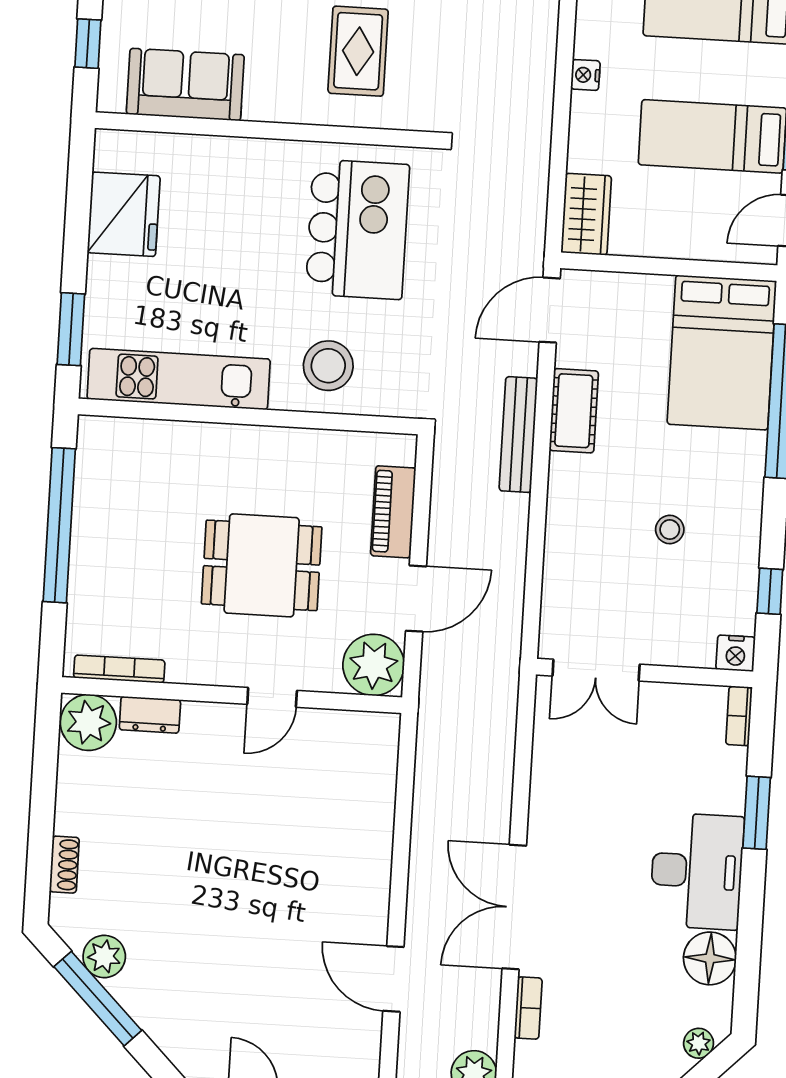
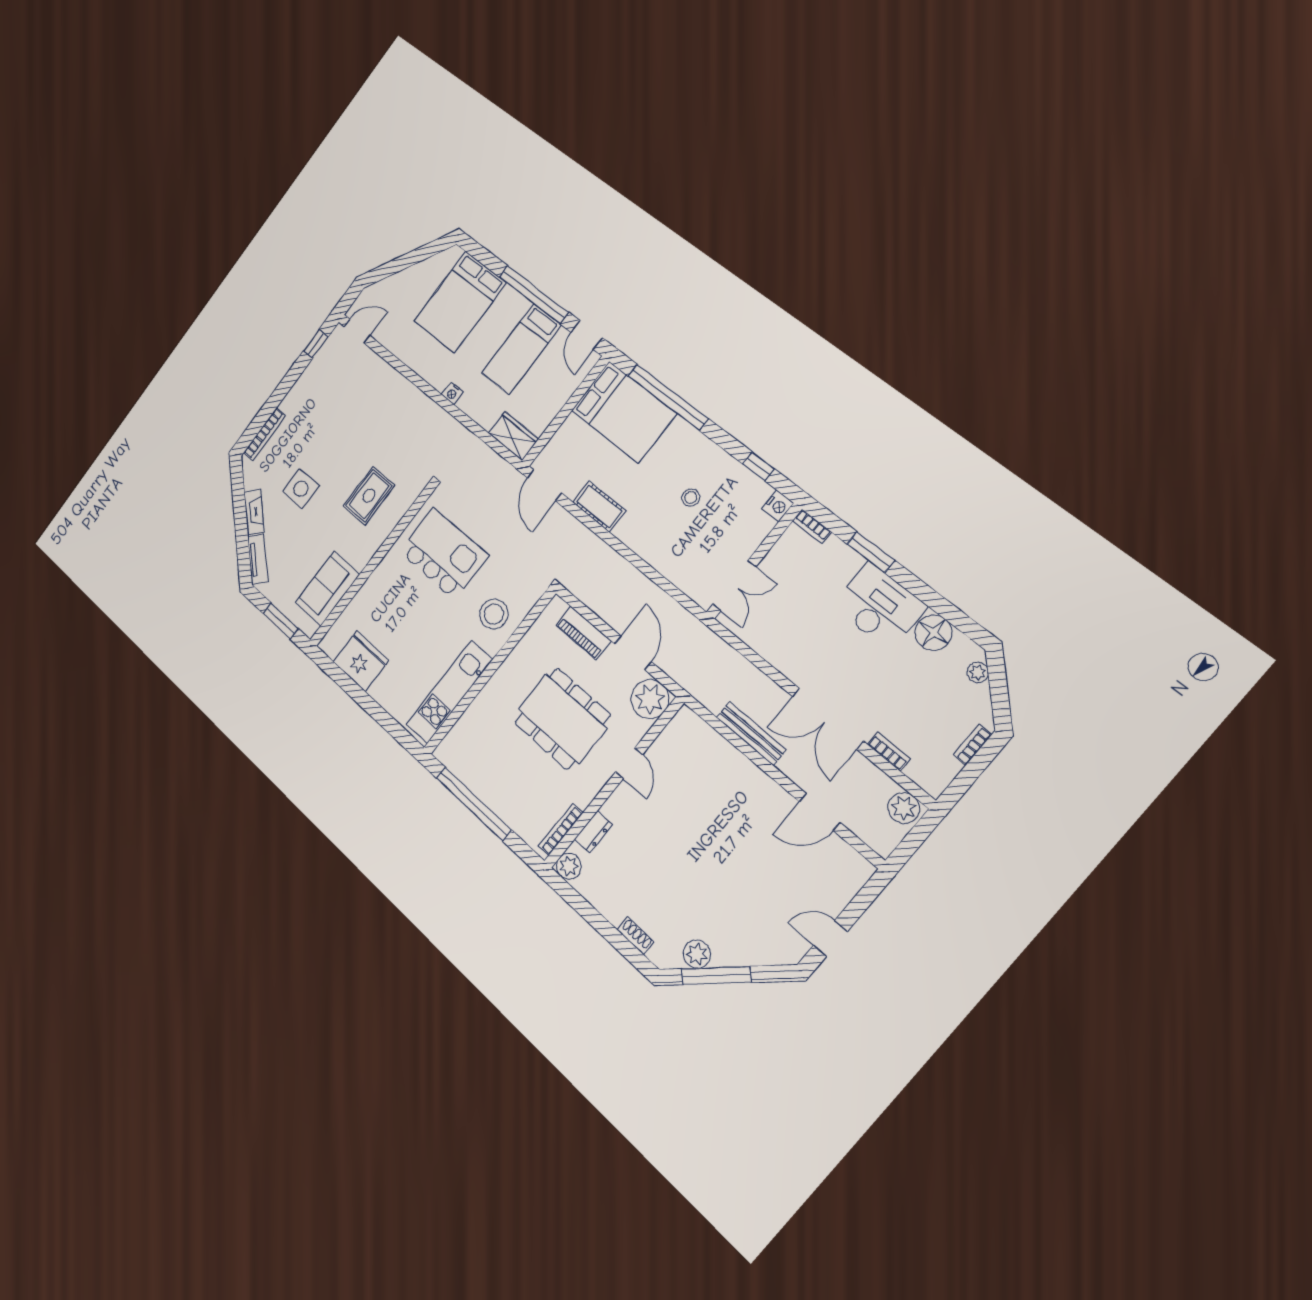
window: (88, 44) -> (281, 621), width x1.50
rug: (358, 51) -> (369, 496), turned 90
window: (71, 329) -> (392, 726), removed
bench: (518, 435) -> (751, 733), moved
dining table: (262, 565) -> (562, 719), width x1.38
plant: (88, 722) -> (569, 866), width x0.73, depth x0.73

